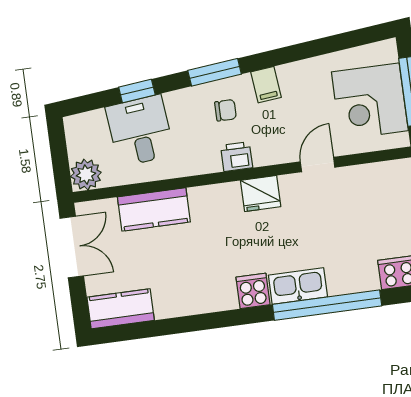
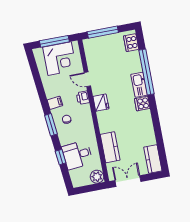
printer: (237, 157) -> (83, 98), moved

